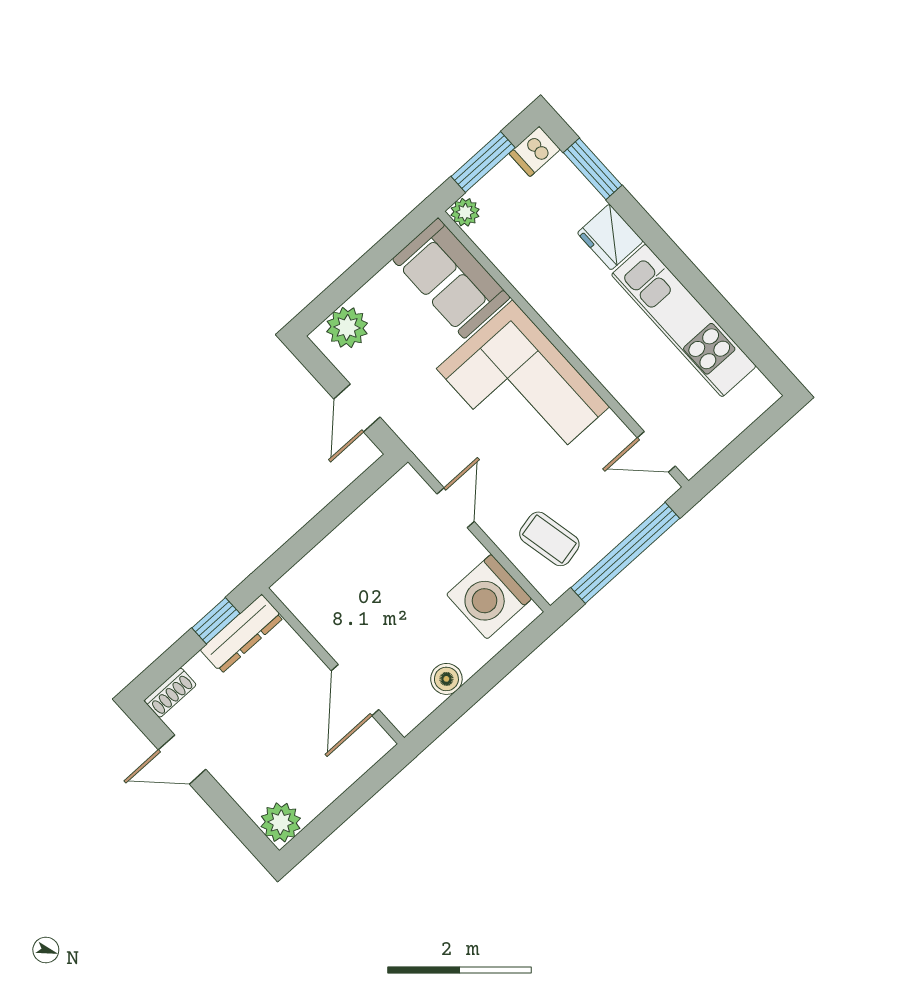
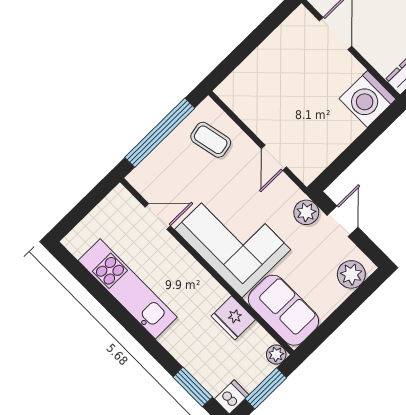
fridge: (610, 237) -> (233, 318), moved, turned 180
plant: (411, 424) -> (306, 212), added
door: (656, 452) -> (158, 217), moved
washing machine: (489, 597) -> (367, 99), moved, turned 180
boiler: (446, 679) -> (275, 44), removed

